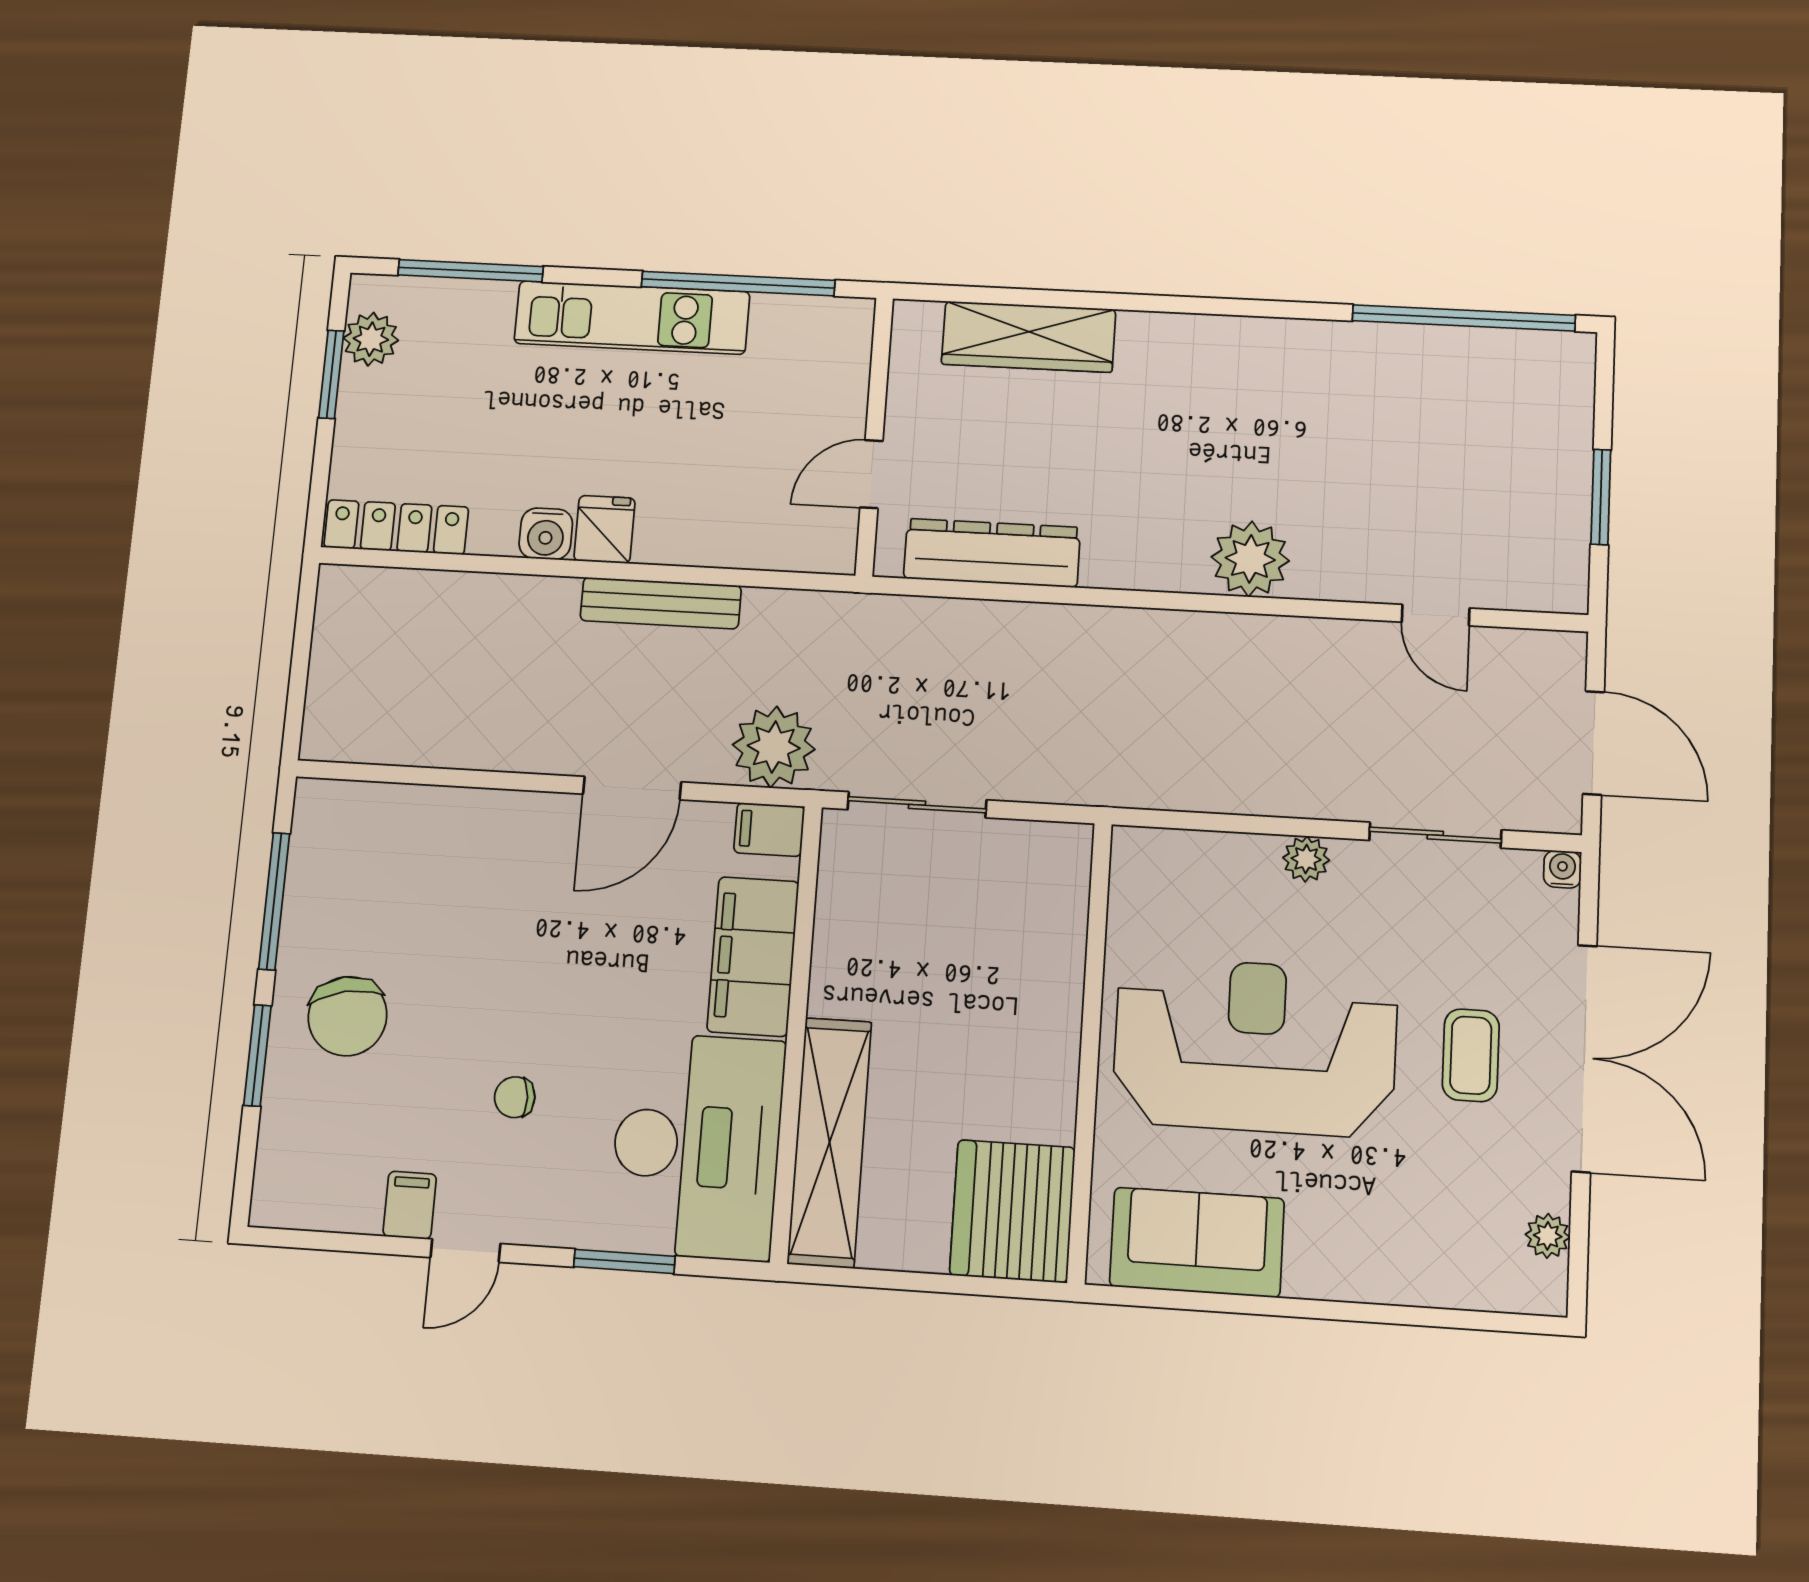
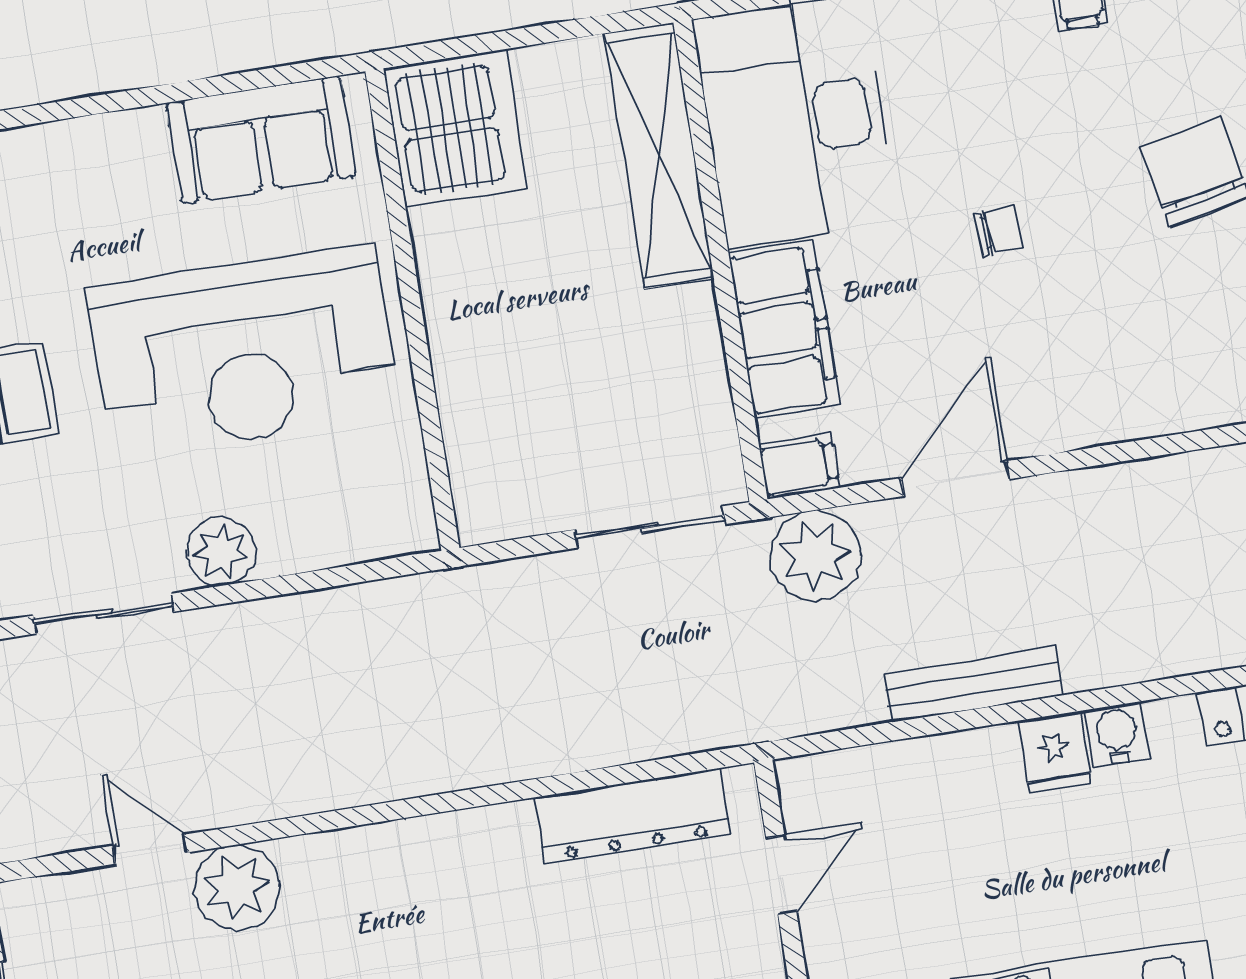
plant: (1250, 559) -> (237, 887), moved
plant: (1306, 859) -> (221, 551), width x1.38, depth x1.38
chair: (515, 1097) -> (999, 231), moved

